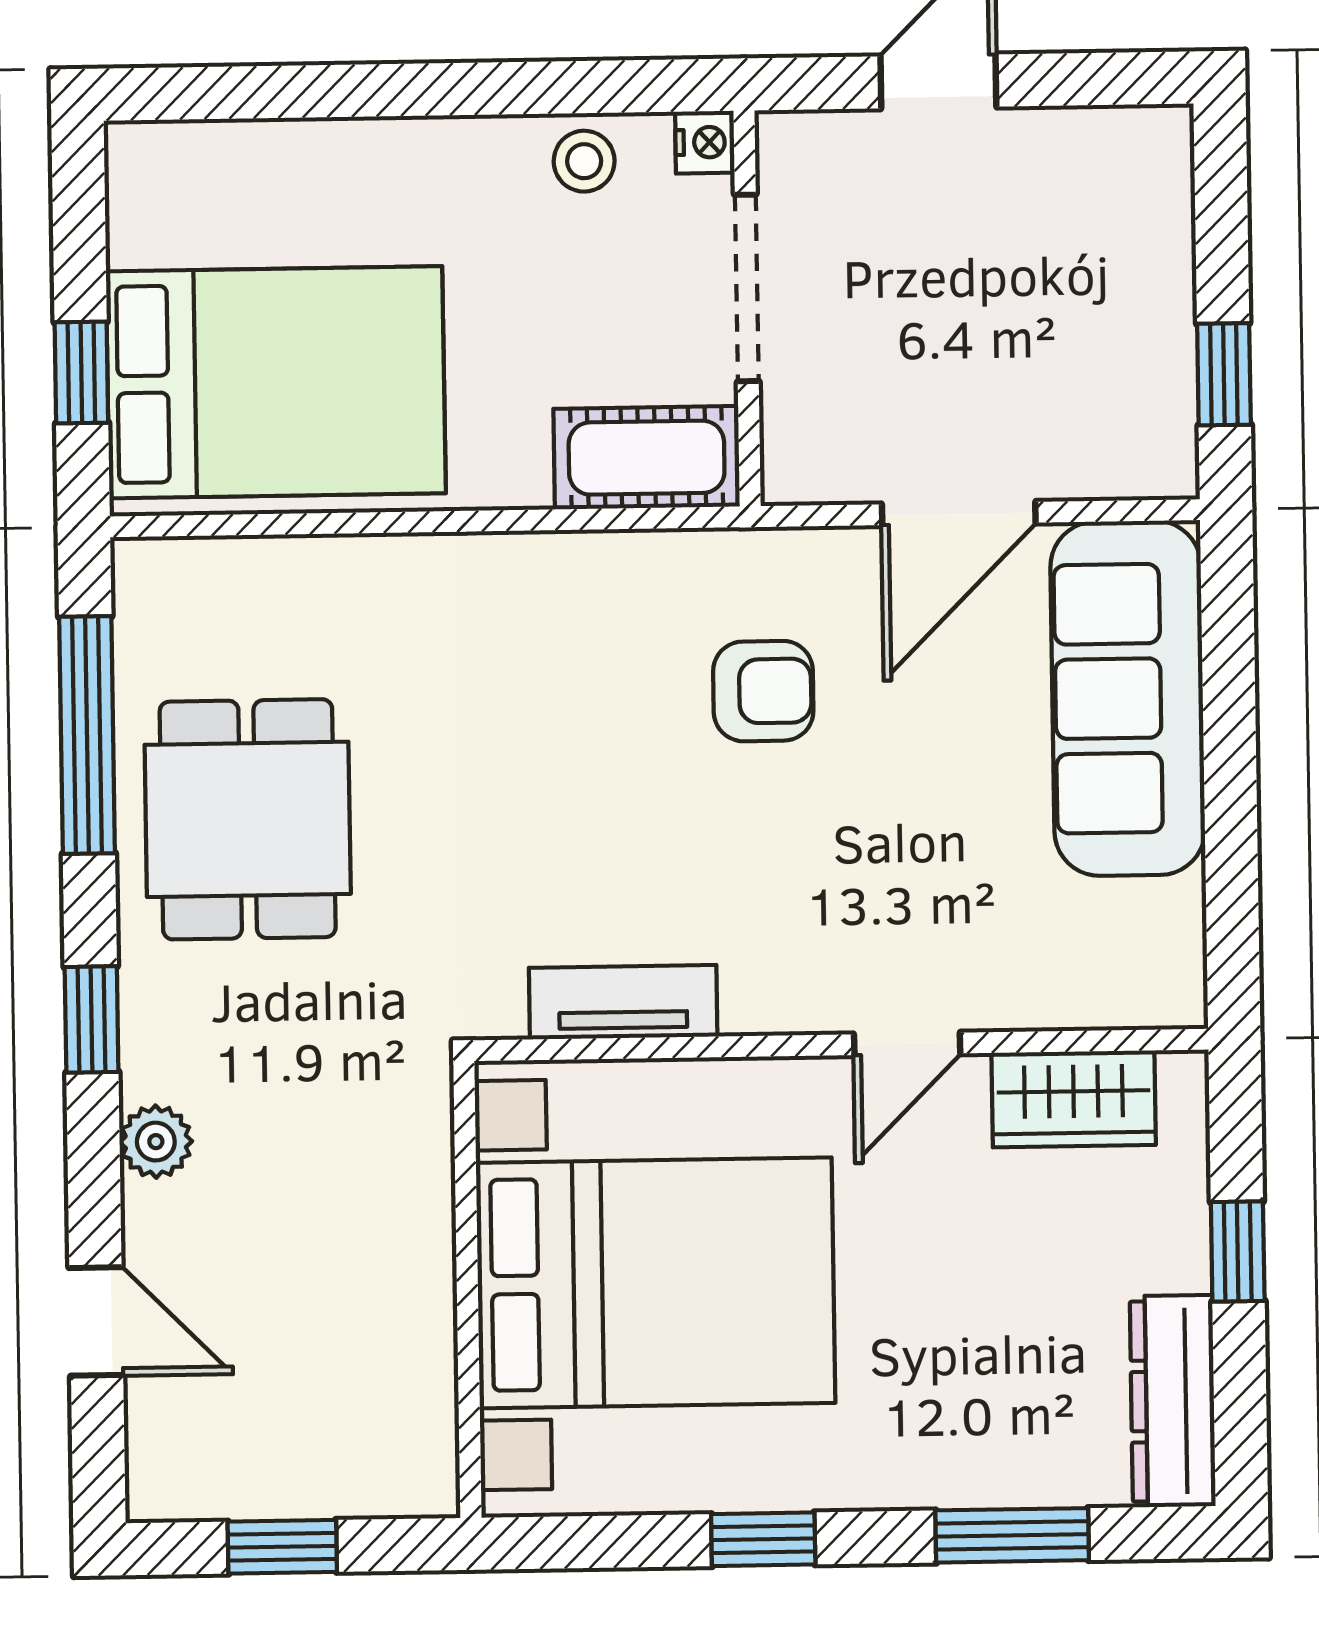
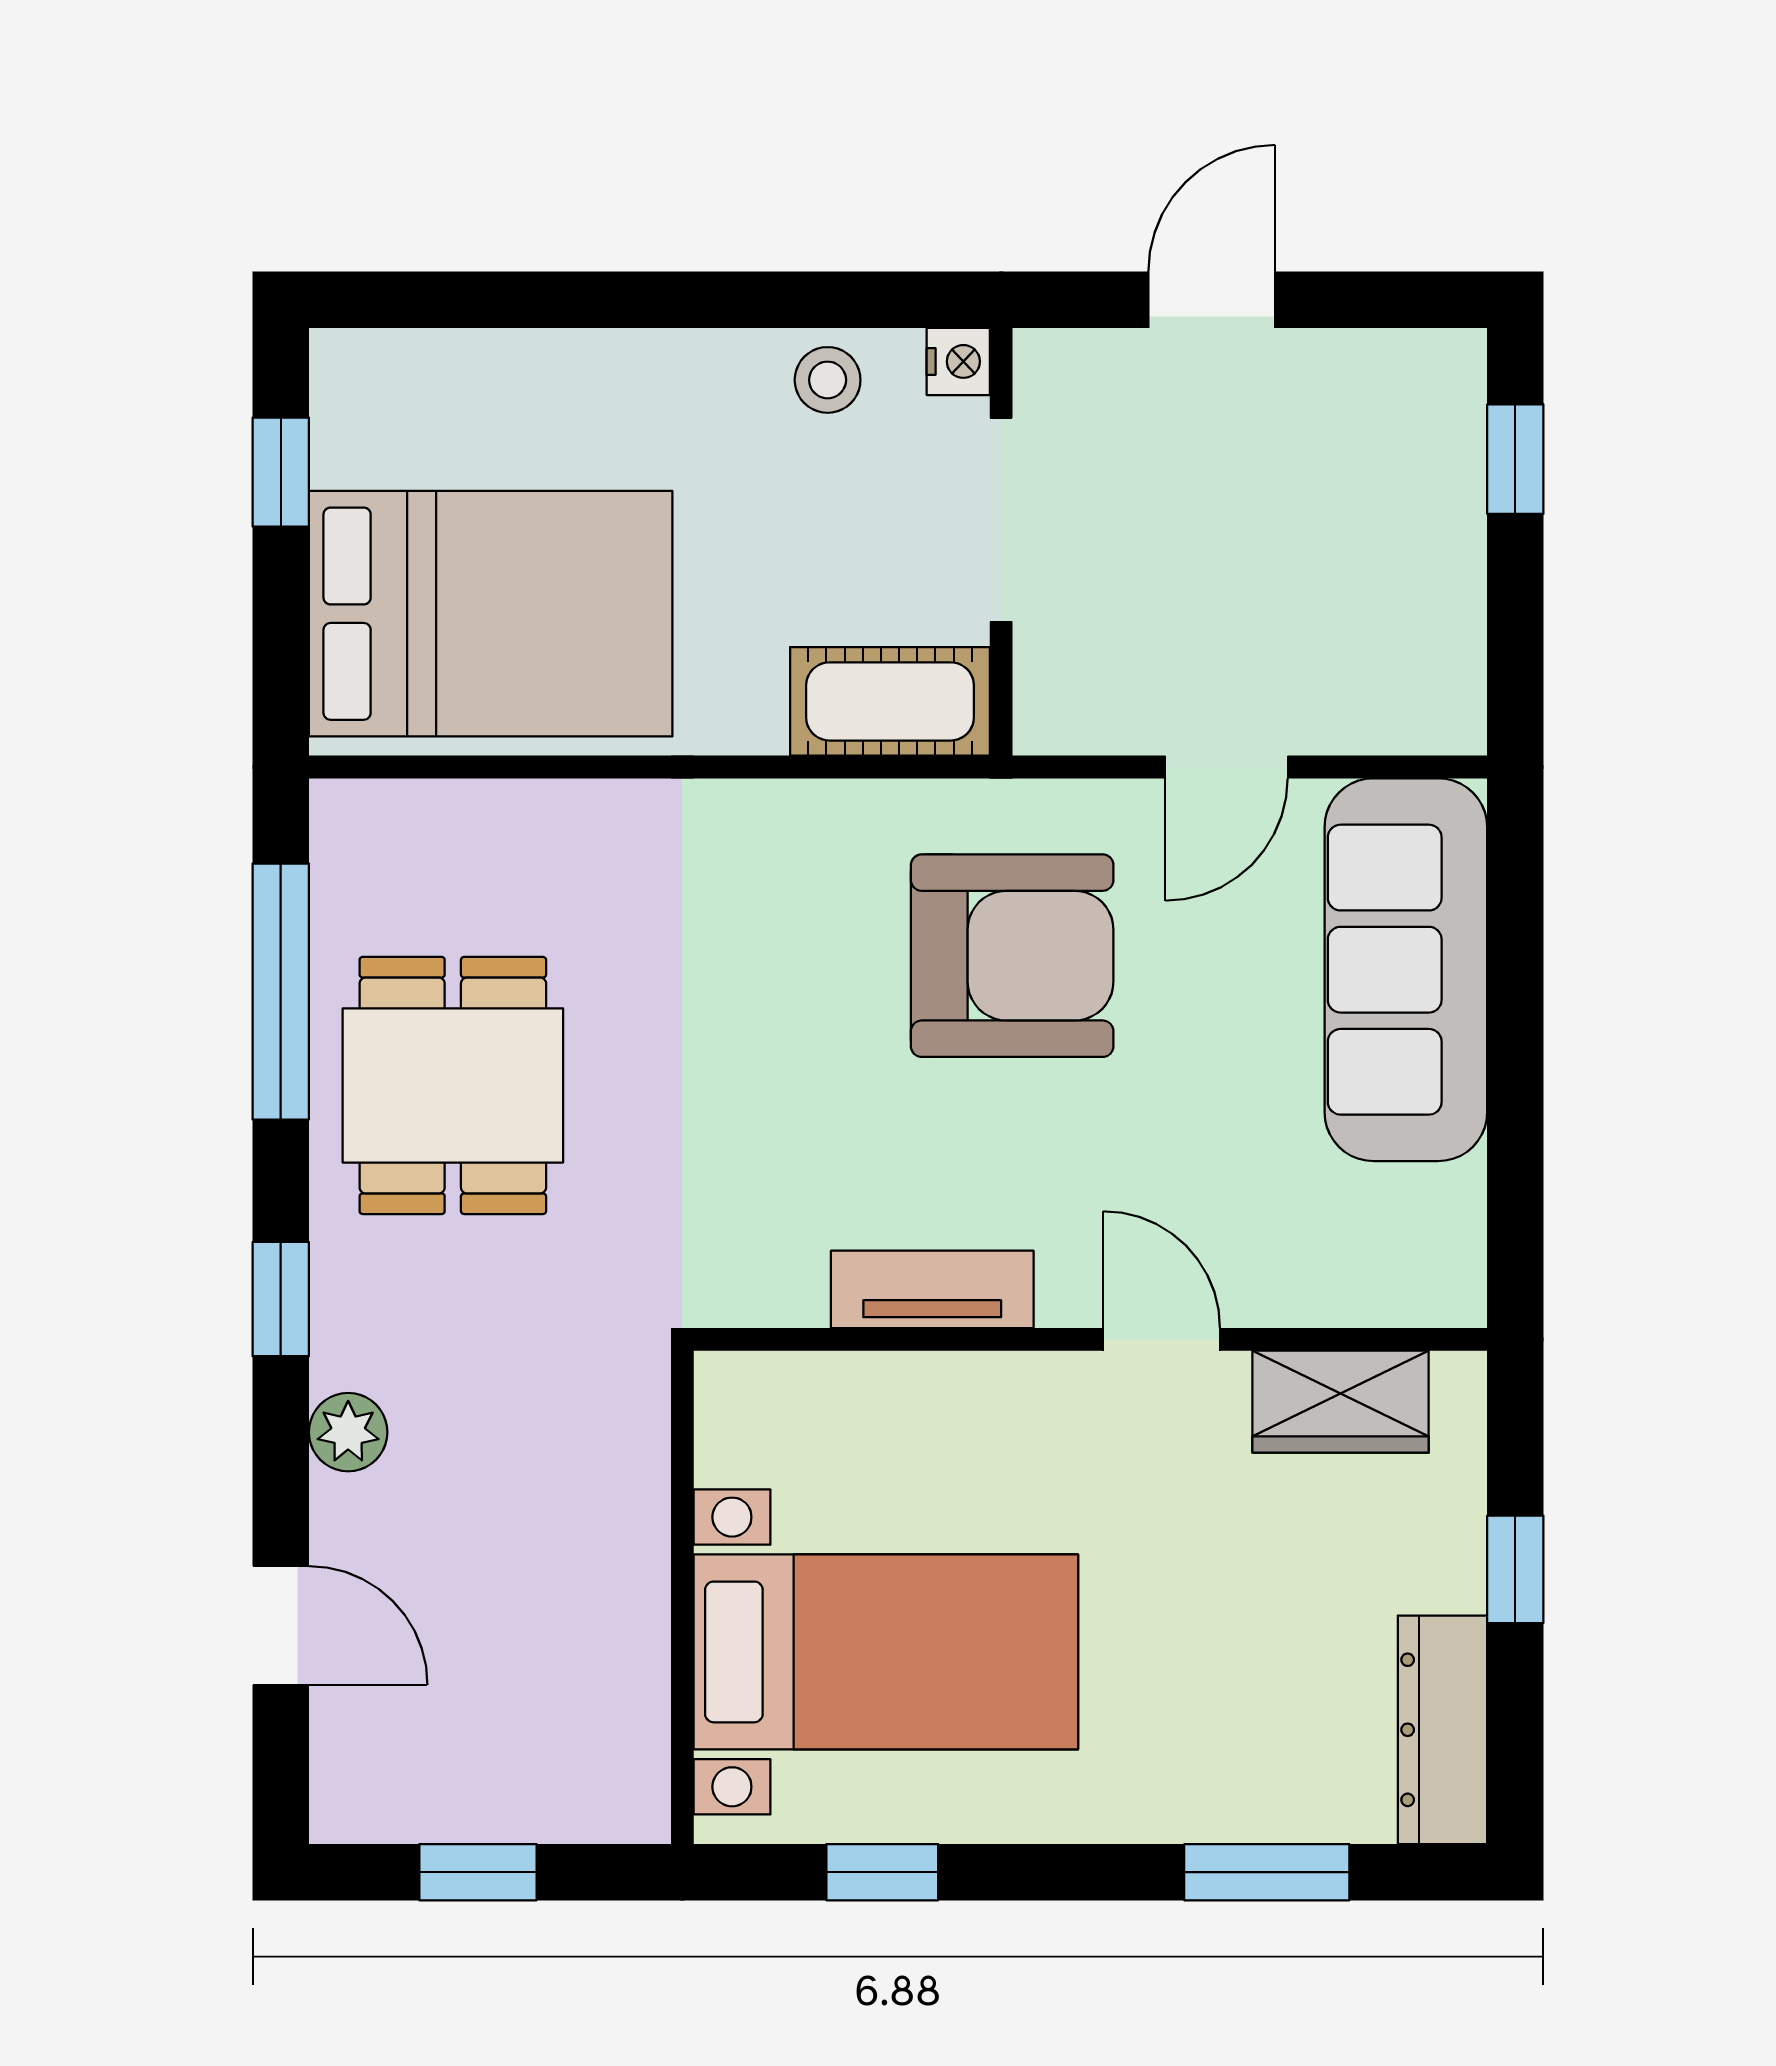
window: (81, 373) -> (281, 472), moved
window: (1224, 374) -> (1515, 459), moved
door: (959, 513) -> (1226, 767), width x0.73
armchair: (763, 691) -> (1012, 956), width x1.88, depth x1.88
tv unit: (623, 1002) -> (932, 1289), moved
door: (907, 1044) -> (1162, 1339), swing flipped
bed with nightstands: (656, 1283) -> (886, 1652), width x0.73
window: (763, 1539) -> (882, 1872), moved

